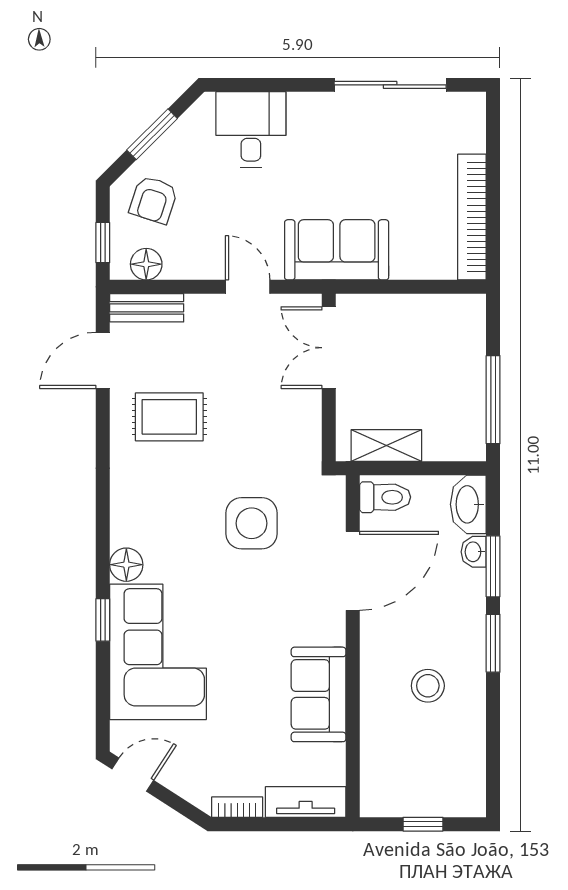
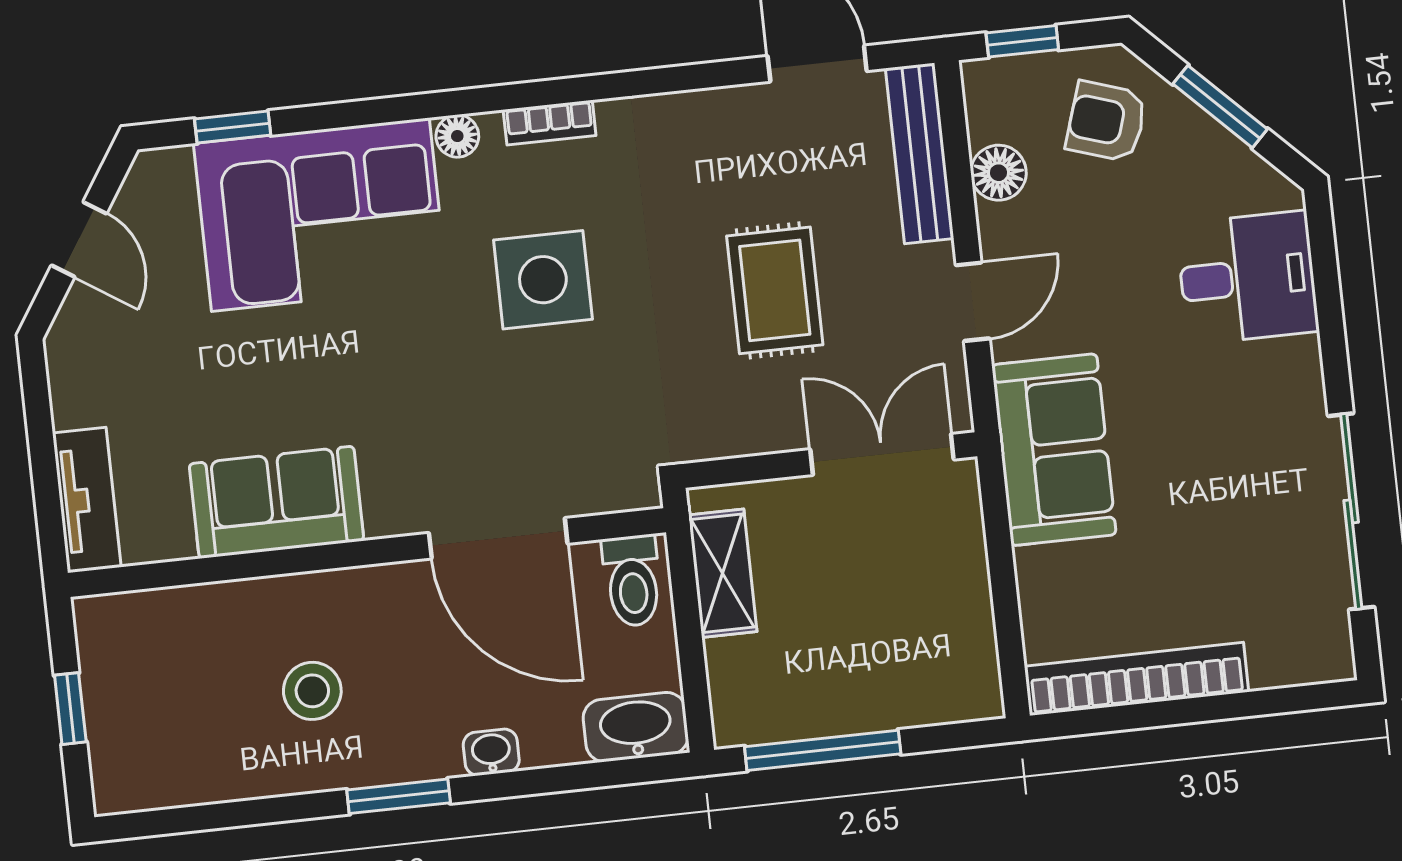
floor lamp: (146, 264) -> (998, 173), moved
bench: (147, 308) -> (920, 153), width x1.36
rug: (169, 417) -> (775, 290), moved
side table: (252, 523) -> (543, 280), moved
washbasin: (474, 552) -> (491, 752), moved
floor lamp: (126, 565) -> (457, 136), width x0.73, depth x0.73
window: (493, 566) -> (532, 782), removed
window: (103, 620) -> (233, 127), moved
door: (133, 775) -> (79, 239), moved
bookcase: (237, 807) -> (550, 123), moved, turned 90

